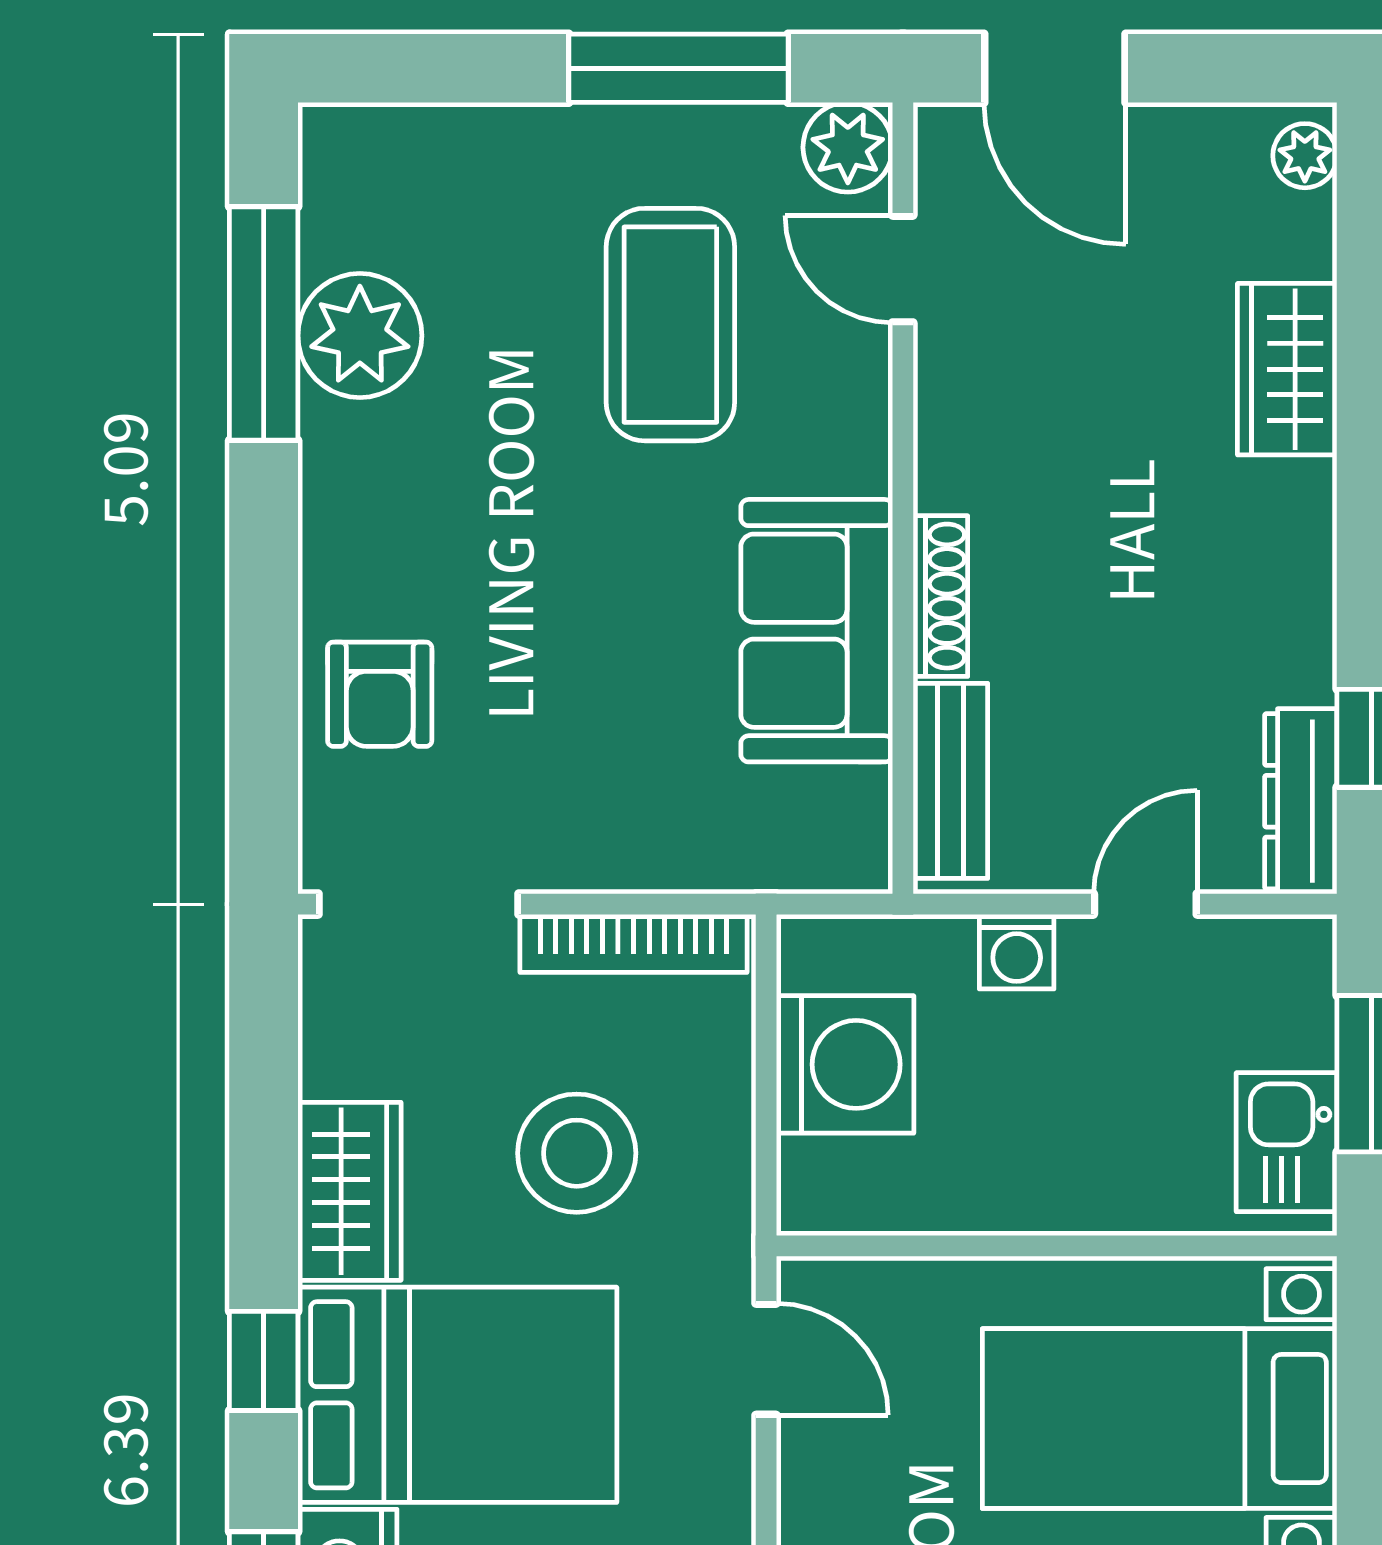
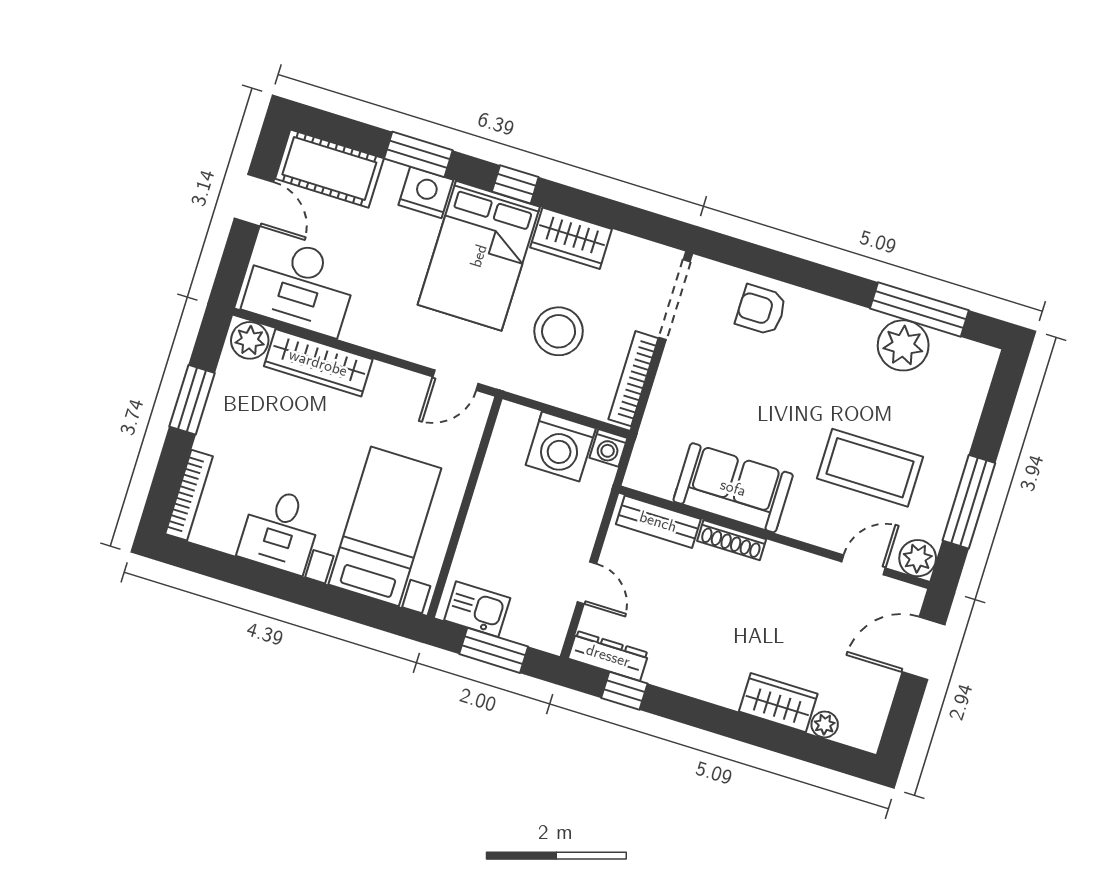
plant: (1305, 156) -> (825, 724), moved
washing machine: (1017, 952) -> (608, 448), moved, turned -90

